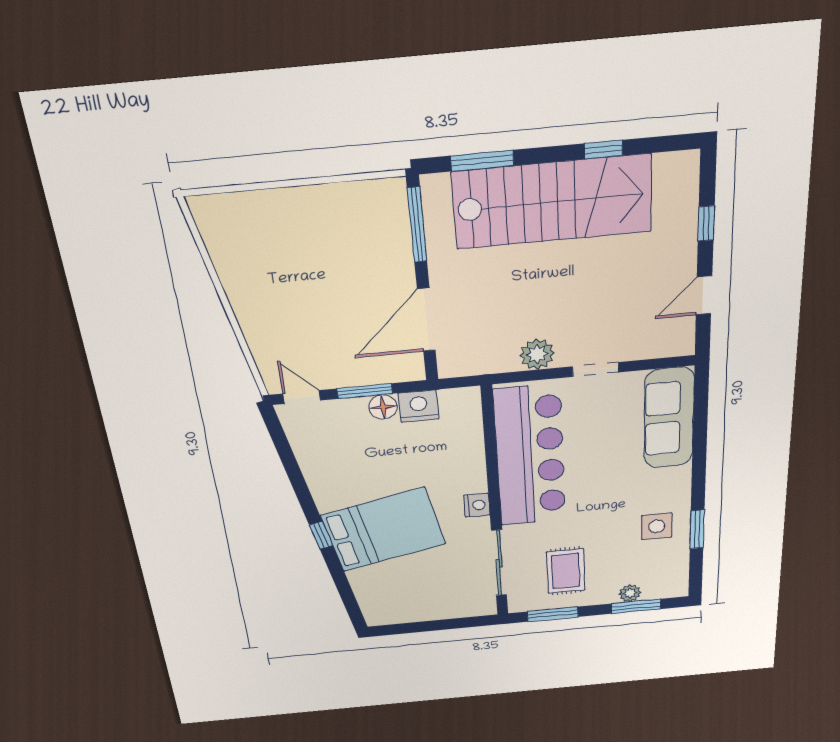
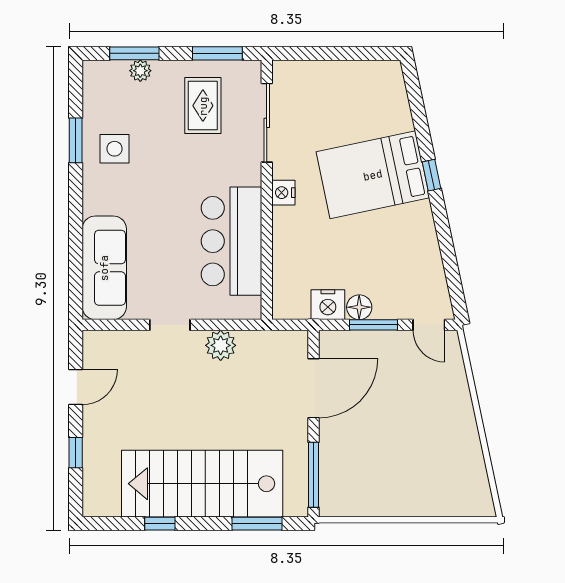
bar counter: (530, 456) -> (231, 241), width x0.73

